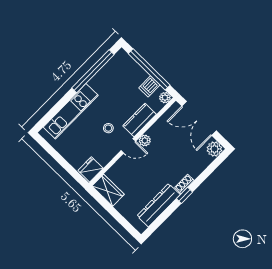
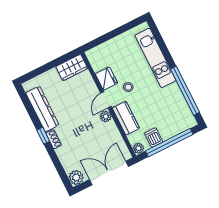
fridge: (91, 169) -> (106, 79), moved

